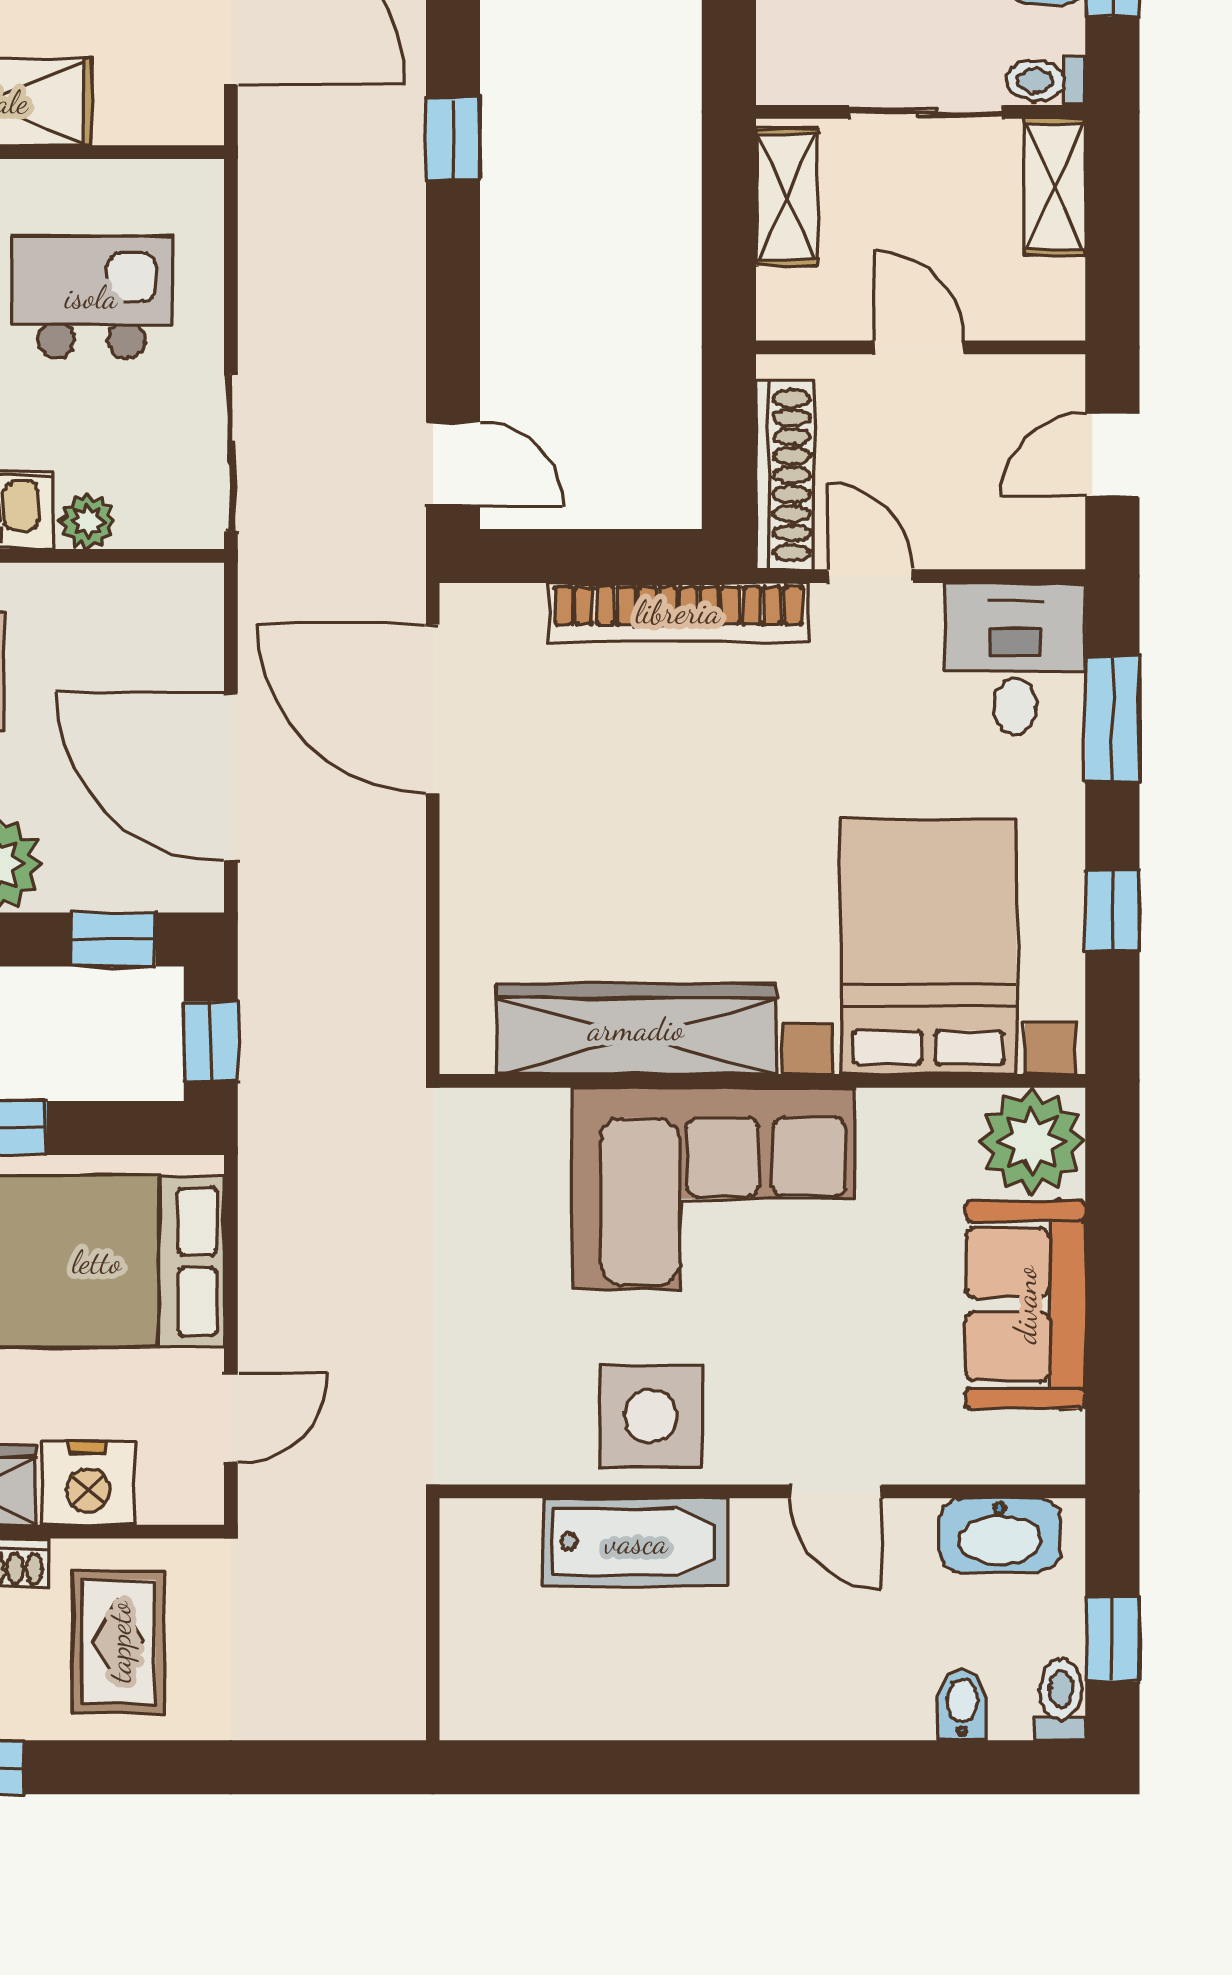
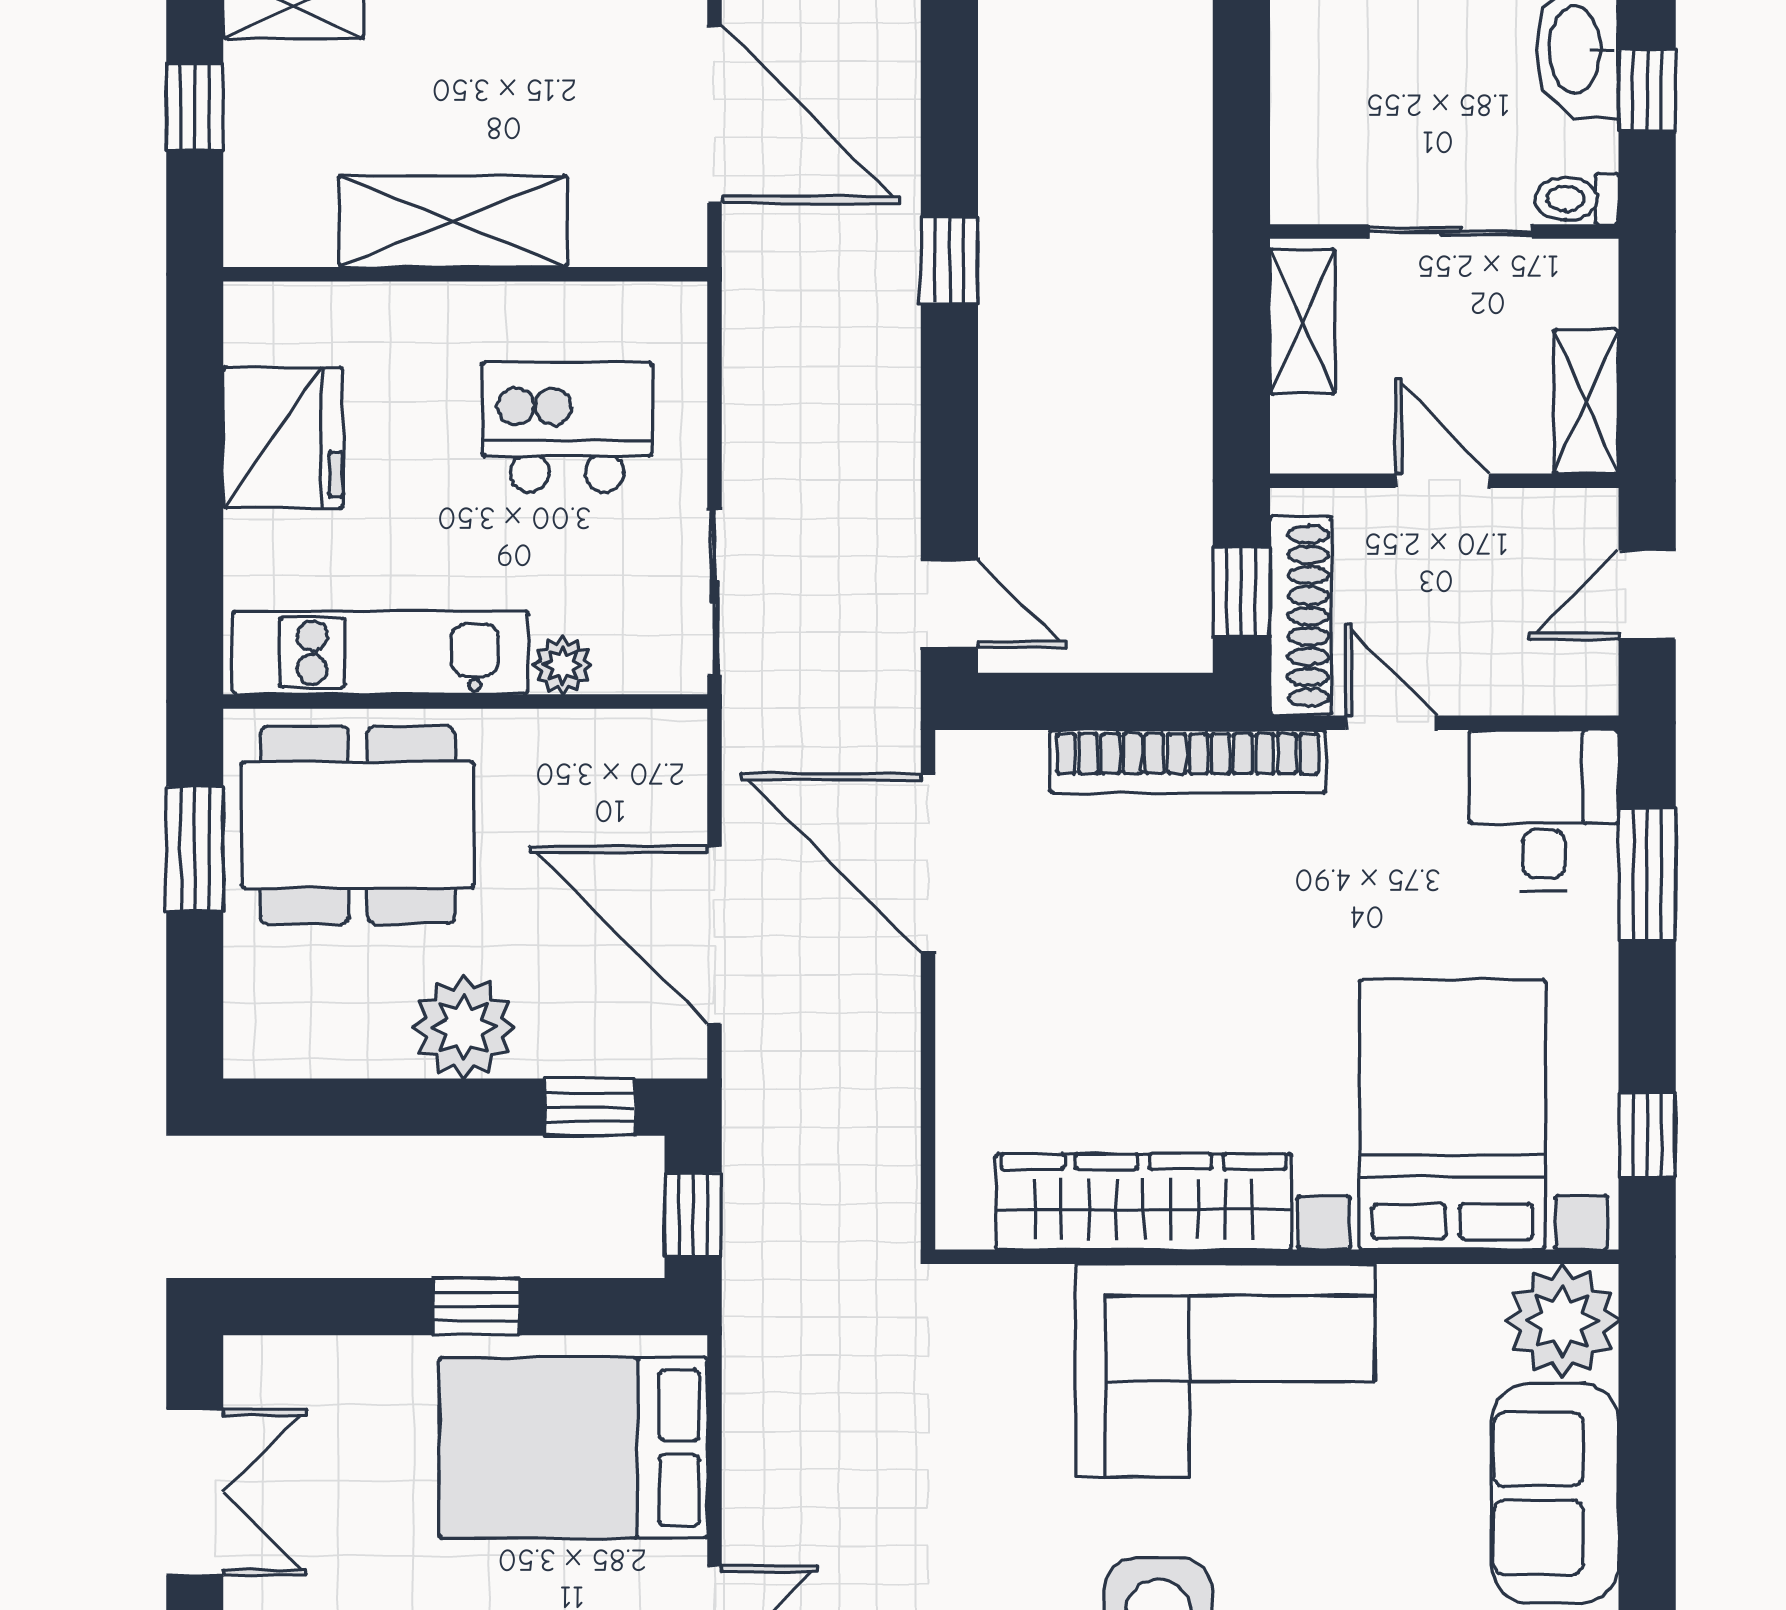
shelving: (1055, 187) -> (1586, 401), moved
window: (729, 452) -> (1241, 592), added
window: (1112, 911) -> (1647, 1135), moved

